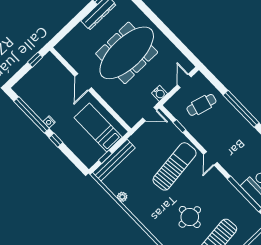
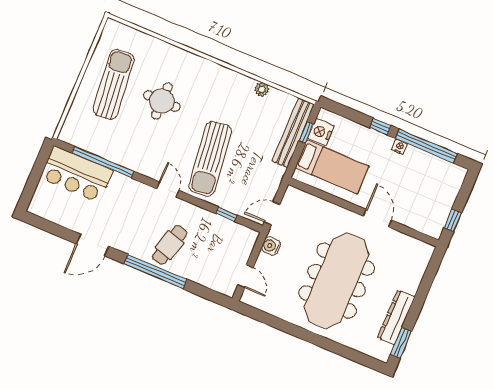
cafe table: (201, 105) -> (170, 245), moved
nightstand: (96, 153) -> (321, 132), added

